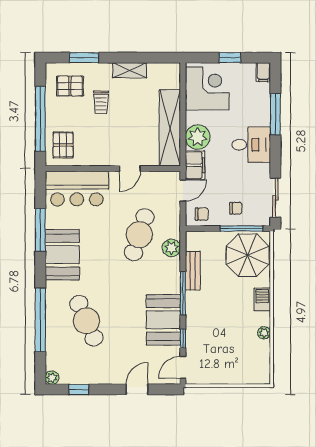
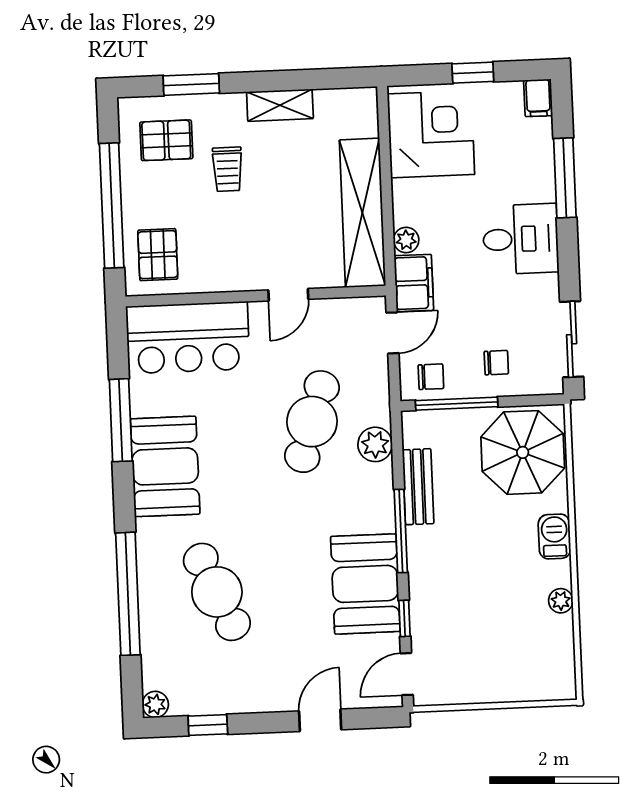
plant: (198, 137) -> (406, 240), width x0.53, depth x0.53
window: (241, 229) -> (457, 404), moved

